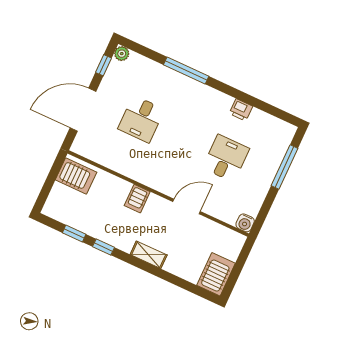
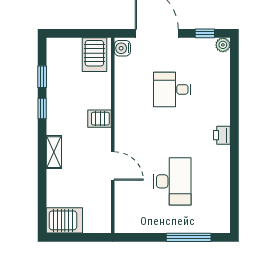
window: (186, 71) -> (234, 110), removed
printer: (241, 110) -> (222, 135), moved
desk: (226, 158) -> (172, 181), width x1.37
water cooler: (245, 223) -> (122, 48), moved

